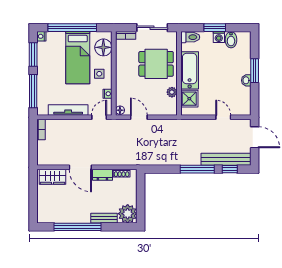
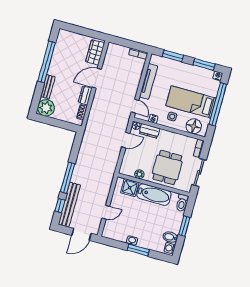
washing machine: (219, 37) -> (170, 248), moved
window: (33, 91) -> (173, 56), width x0.69
dresser: (122, 94) -> (149, 131), added

